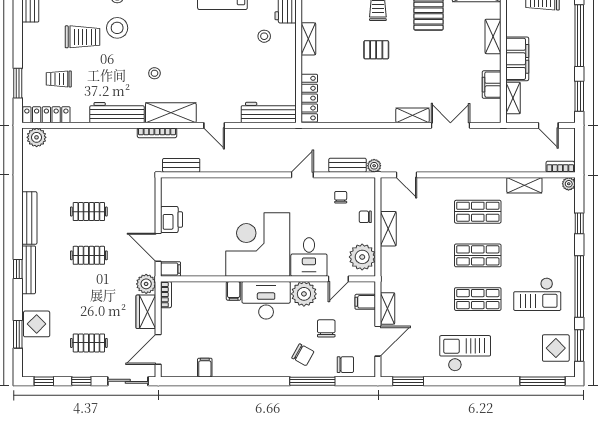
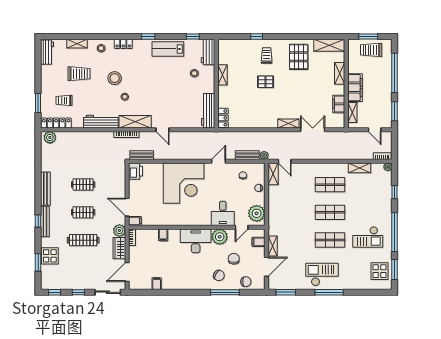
stool: (117, 28) -> (115, 78), moved
locker: (309, 98) -> (223, 118), width x0.66
workbench: (269, 113) -> (208, 111), moved, turned -90
printer: (172, 219) -> (136, 171), moved
shelving: (388, 229) -> (273, 174), moved
corner desk: (258, 245) -> (184, 183), moved, turned 180
filing cabinet: (234, 291) -> (163, 235), moved
clothes rail: (89, 343) -> (83, 240), moved, width x1.36
window: (543, 381) -> (329, 292), moved

